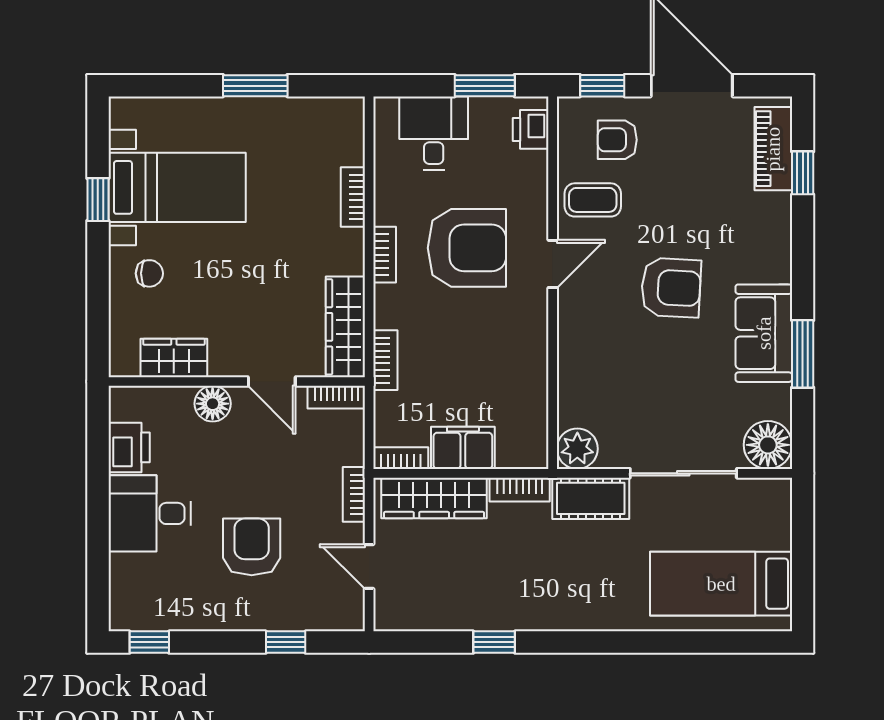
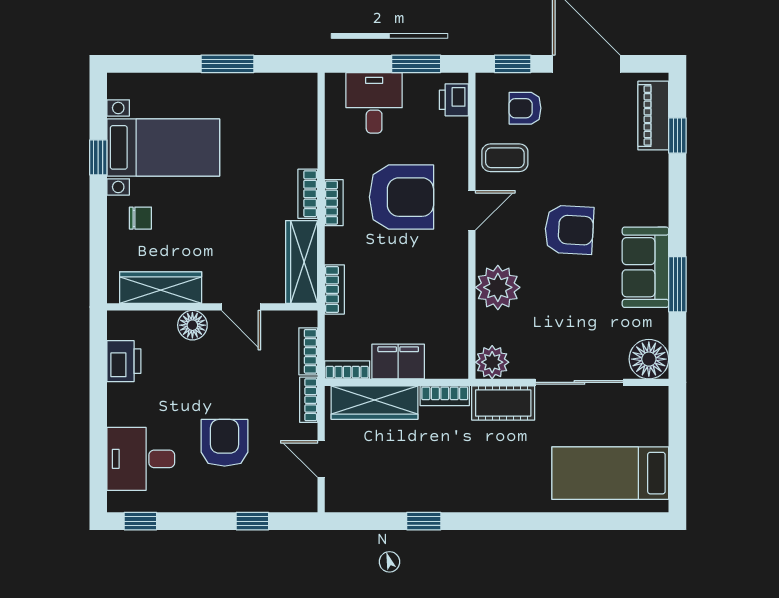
bookcase: (353, 197) -> (308, 194), moved
wardrobe: (174, 358) -> (161, 288), width x1.50
plant: (584, 358) -> (498, 287), added
bookcase: (336, 397) -> (308, 351), moved, turned 90
desk: (150, 513) -> (141, 459), moved

